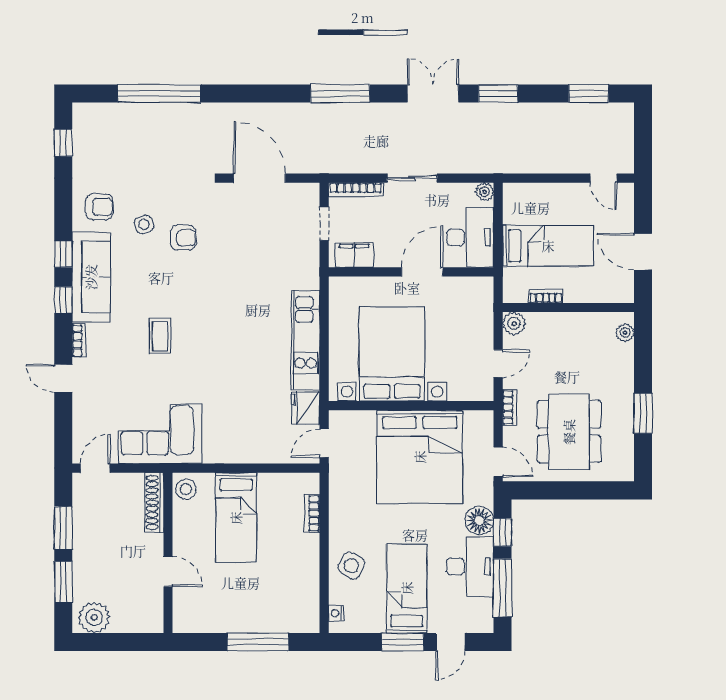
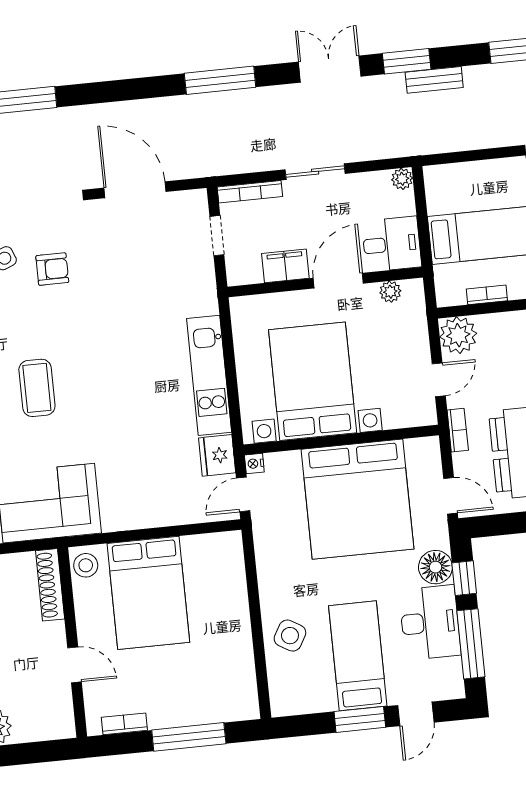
bench: (520, 111) -> (434, 80), added
desk: (470, 238) -> (392, 244), width x0.73
filing cabinet: (354, 255) -> (285, 266), moved
plant: (465, 285) -> (390, 292), added
plant: (514, 324) -> (458, 335), width x1.36, depth x1.36
coffee table: (160, 336) -> (37, 388), width x1.36, depth x1.30
bookcase: (312, 513) -> (124, 724), moved, turned 90
bed: (236, 518) -> (148, 593), width x1.50
nightstand: (336, 613) -> (254, 463), moved

